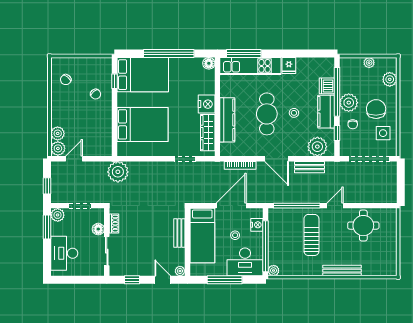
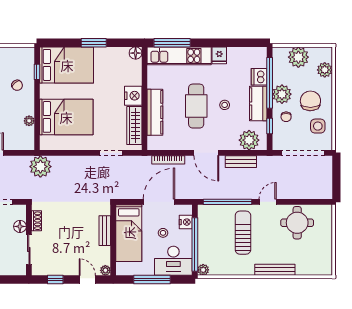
window: (169, 53) -> (94, 43), width x0.47
plant: (369, 63) -> (298, 57), width x1.87, depth x1.87
plant: (107, 128) -> (29, 121), added

